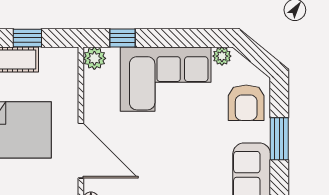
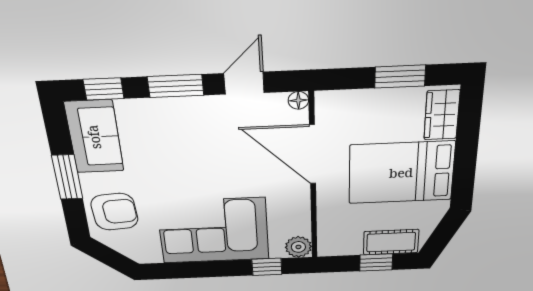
plant: (222, 56) -> (150, 255), removed
armchair: (246, 103) -> (114, 212), turned 86

